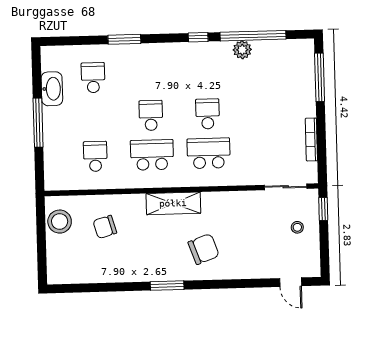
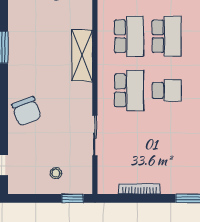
school desk: (151, 115) -> (167, 36), width x1.85
sliding door: (286, 187) -> (95, 135), moved
chair: (204, 249) -> (26, 111), moved

